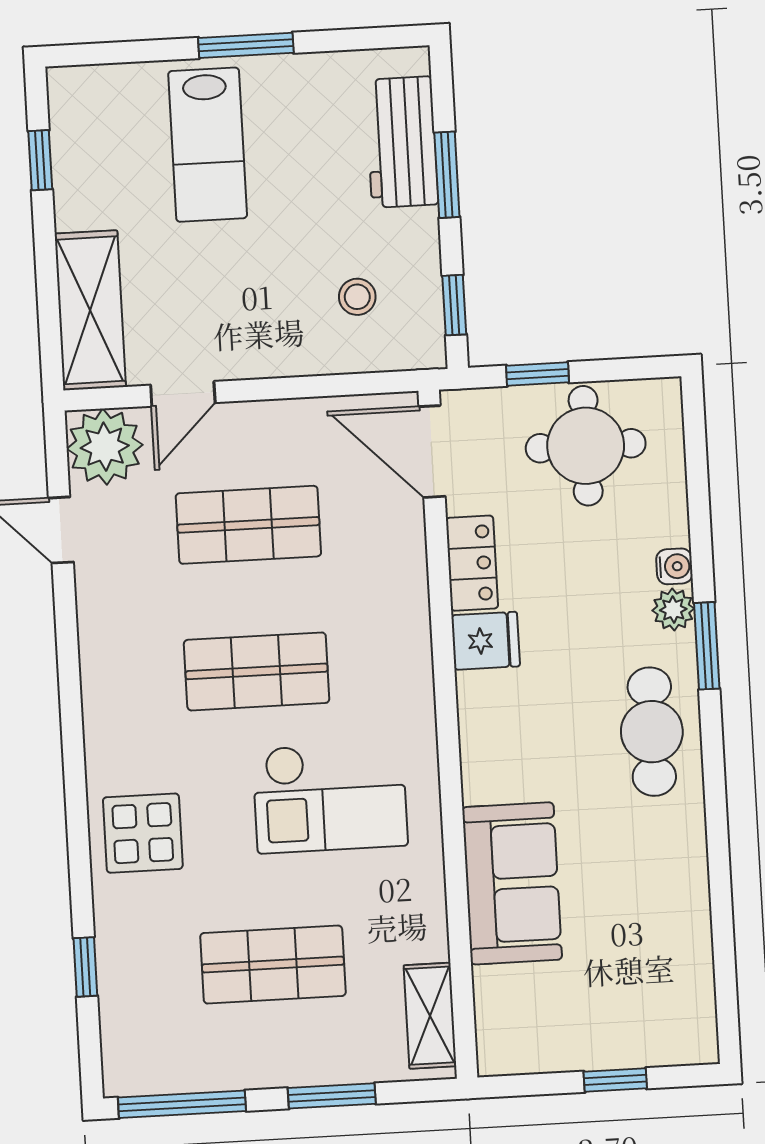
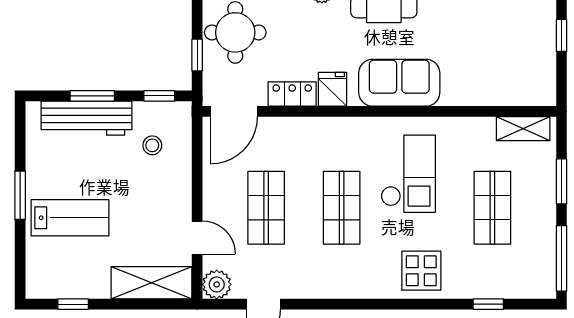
workbench: (402, 142) -> (87, 118), width x1.38
plant: (105, 447) -> (217, 284), width x0.73, depth x0.73
sofa: (512, 883) -> (399, 83), moved

